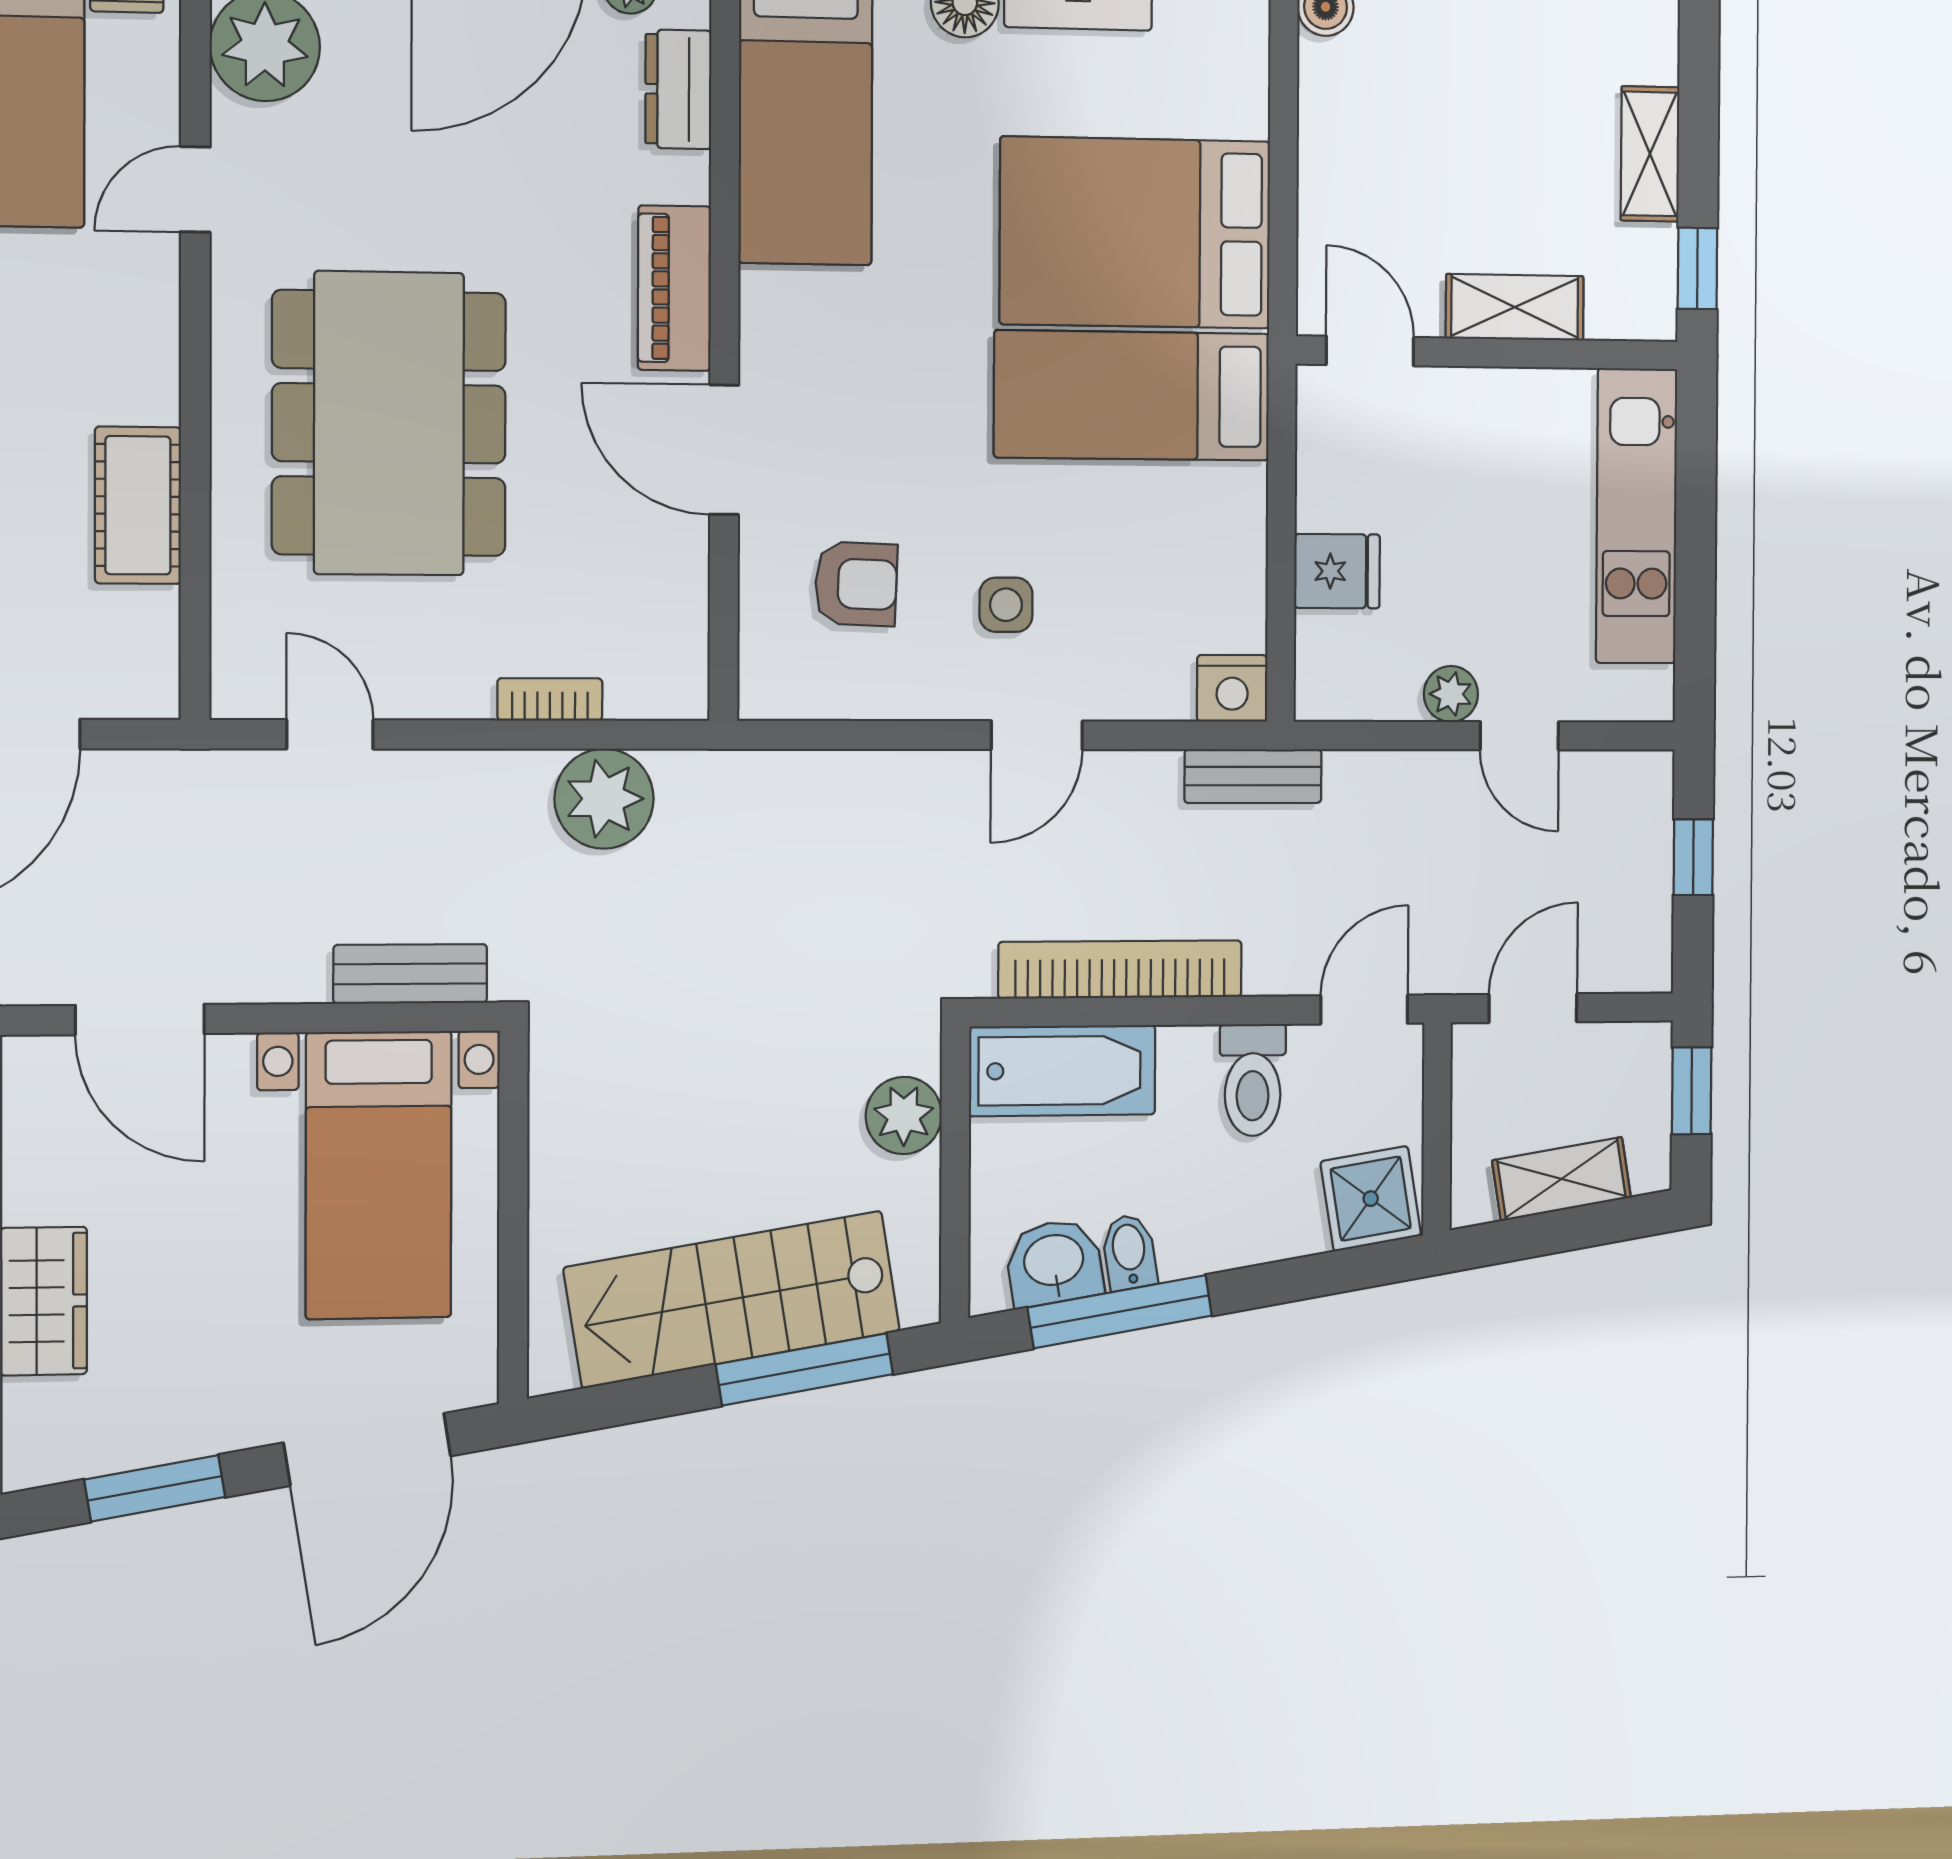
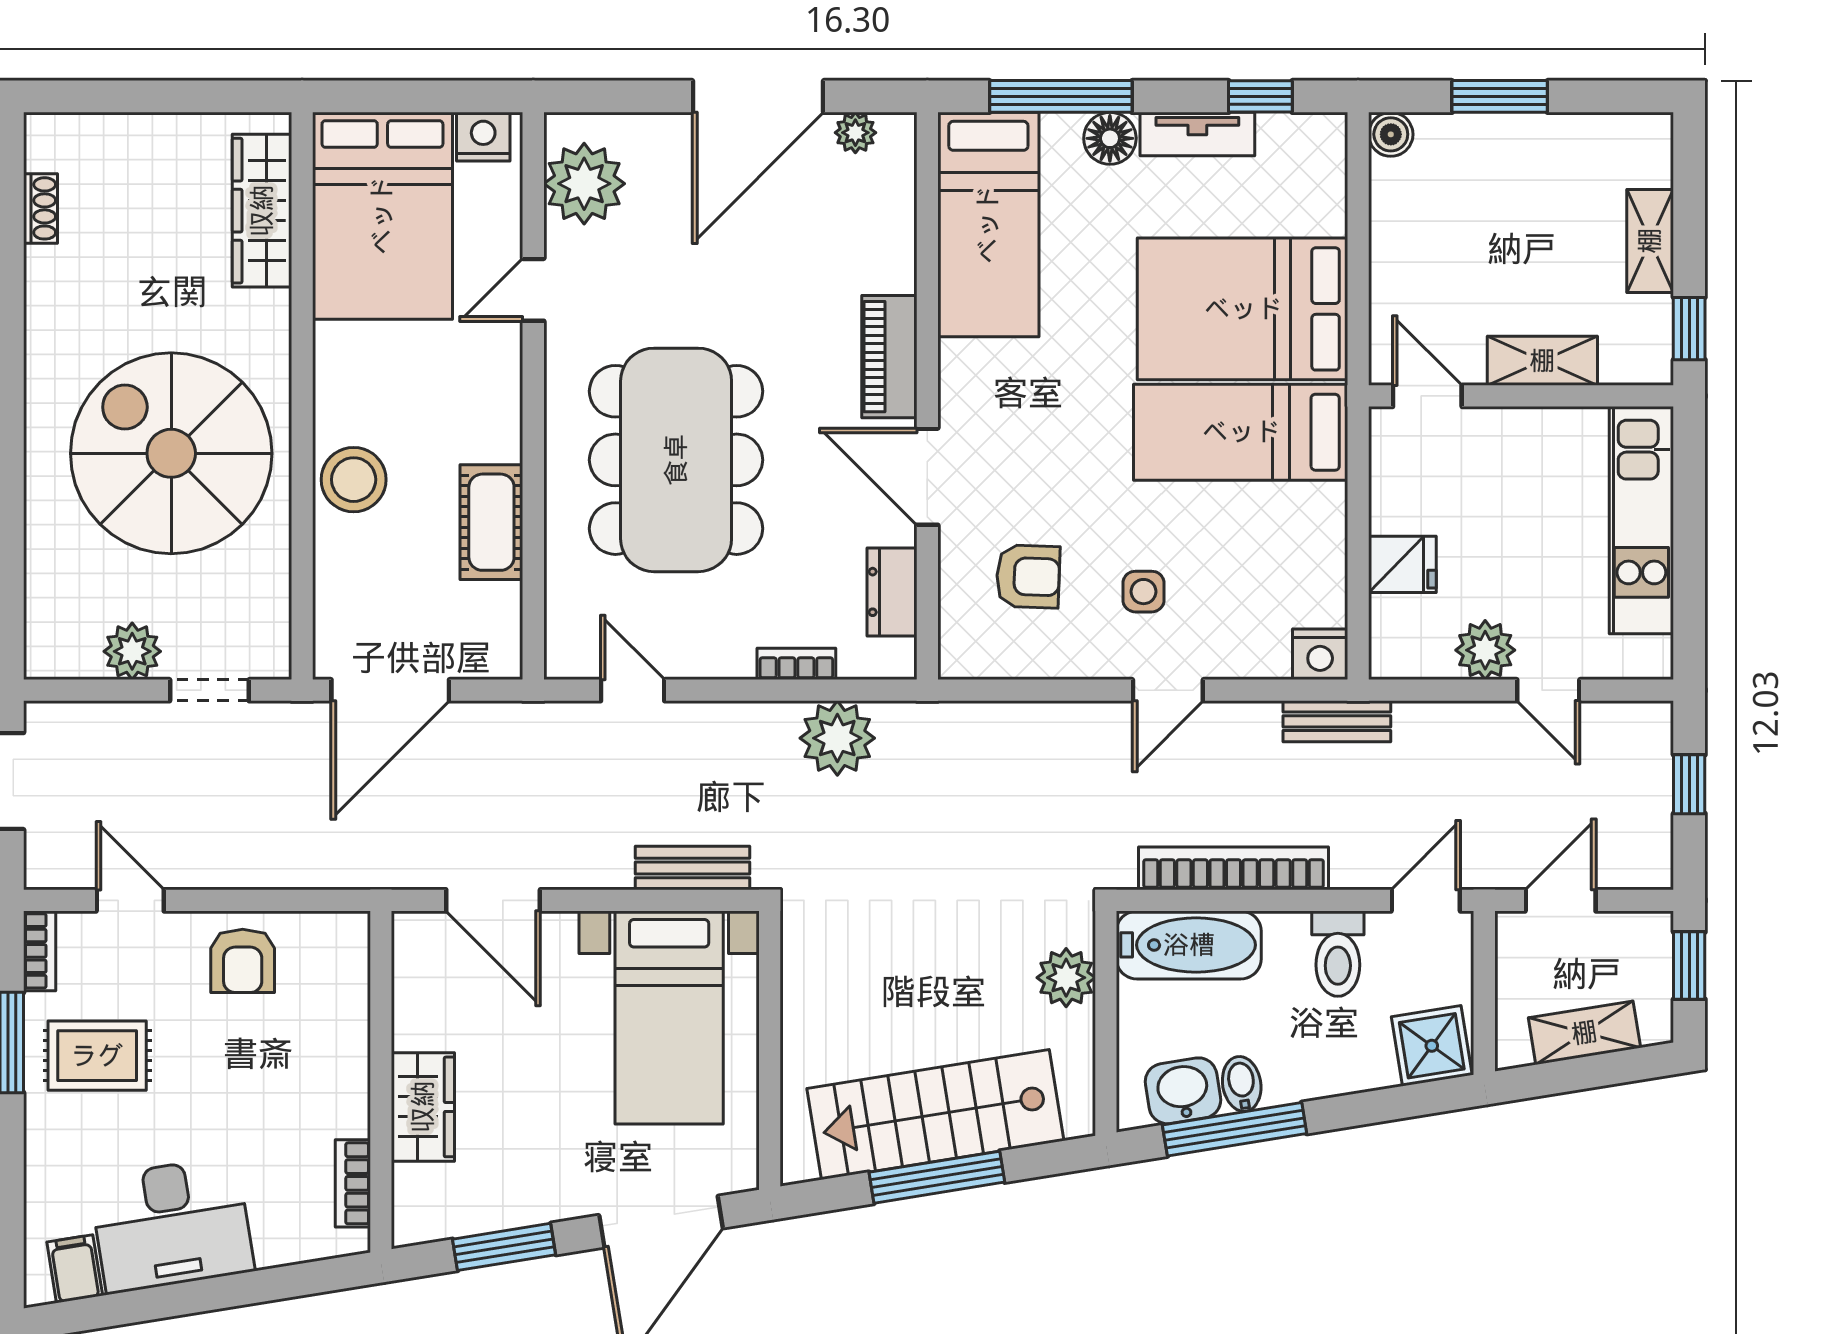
dresser: (678, 89) -> (892, 592), moved
plant: (1451, 694) -> (1485, 650), width x1.38, depth x1.38
window: (804, 1369) -> (937, 1177), moved

